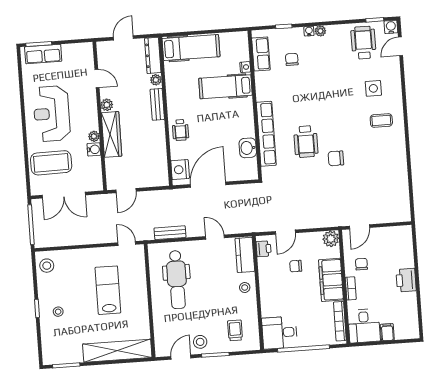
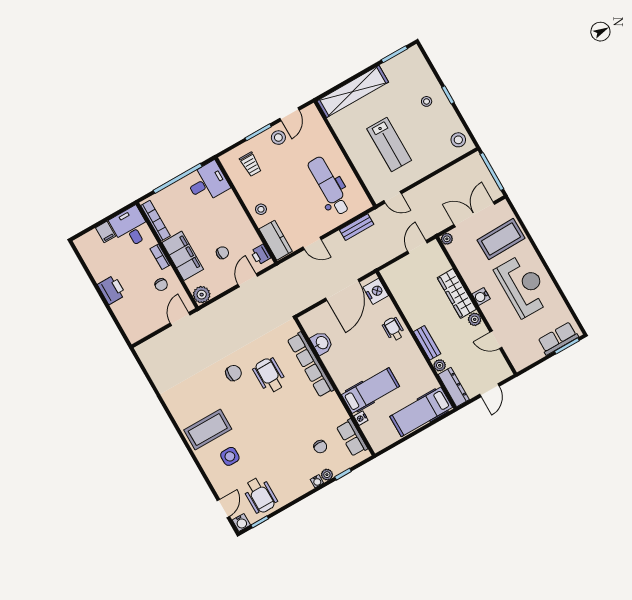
plant: (320, 31) -> (327, 475), moved
coffee table: (381, 120) -> (208, 430), width x1.86, depth x1.72
plant: (94, 136) -> (447, 239), moved
water cooler: (94, 149) -> (481, 296), moved

